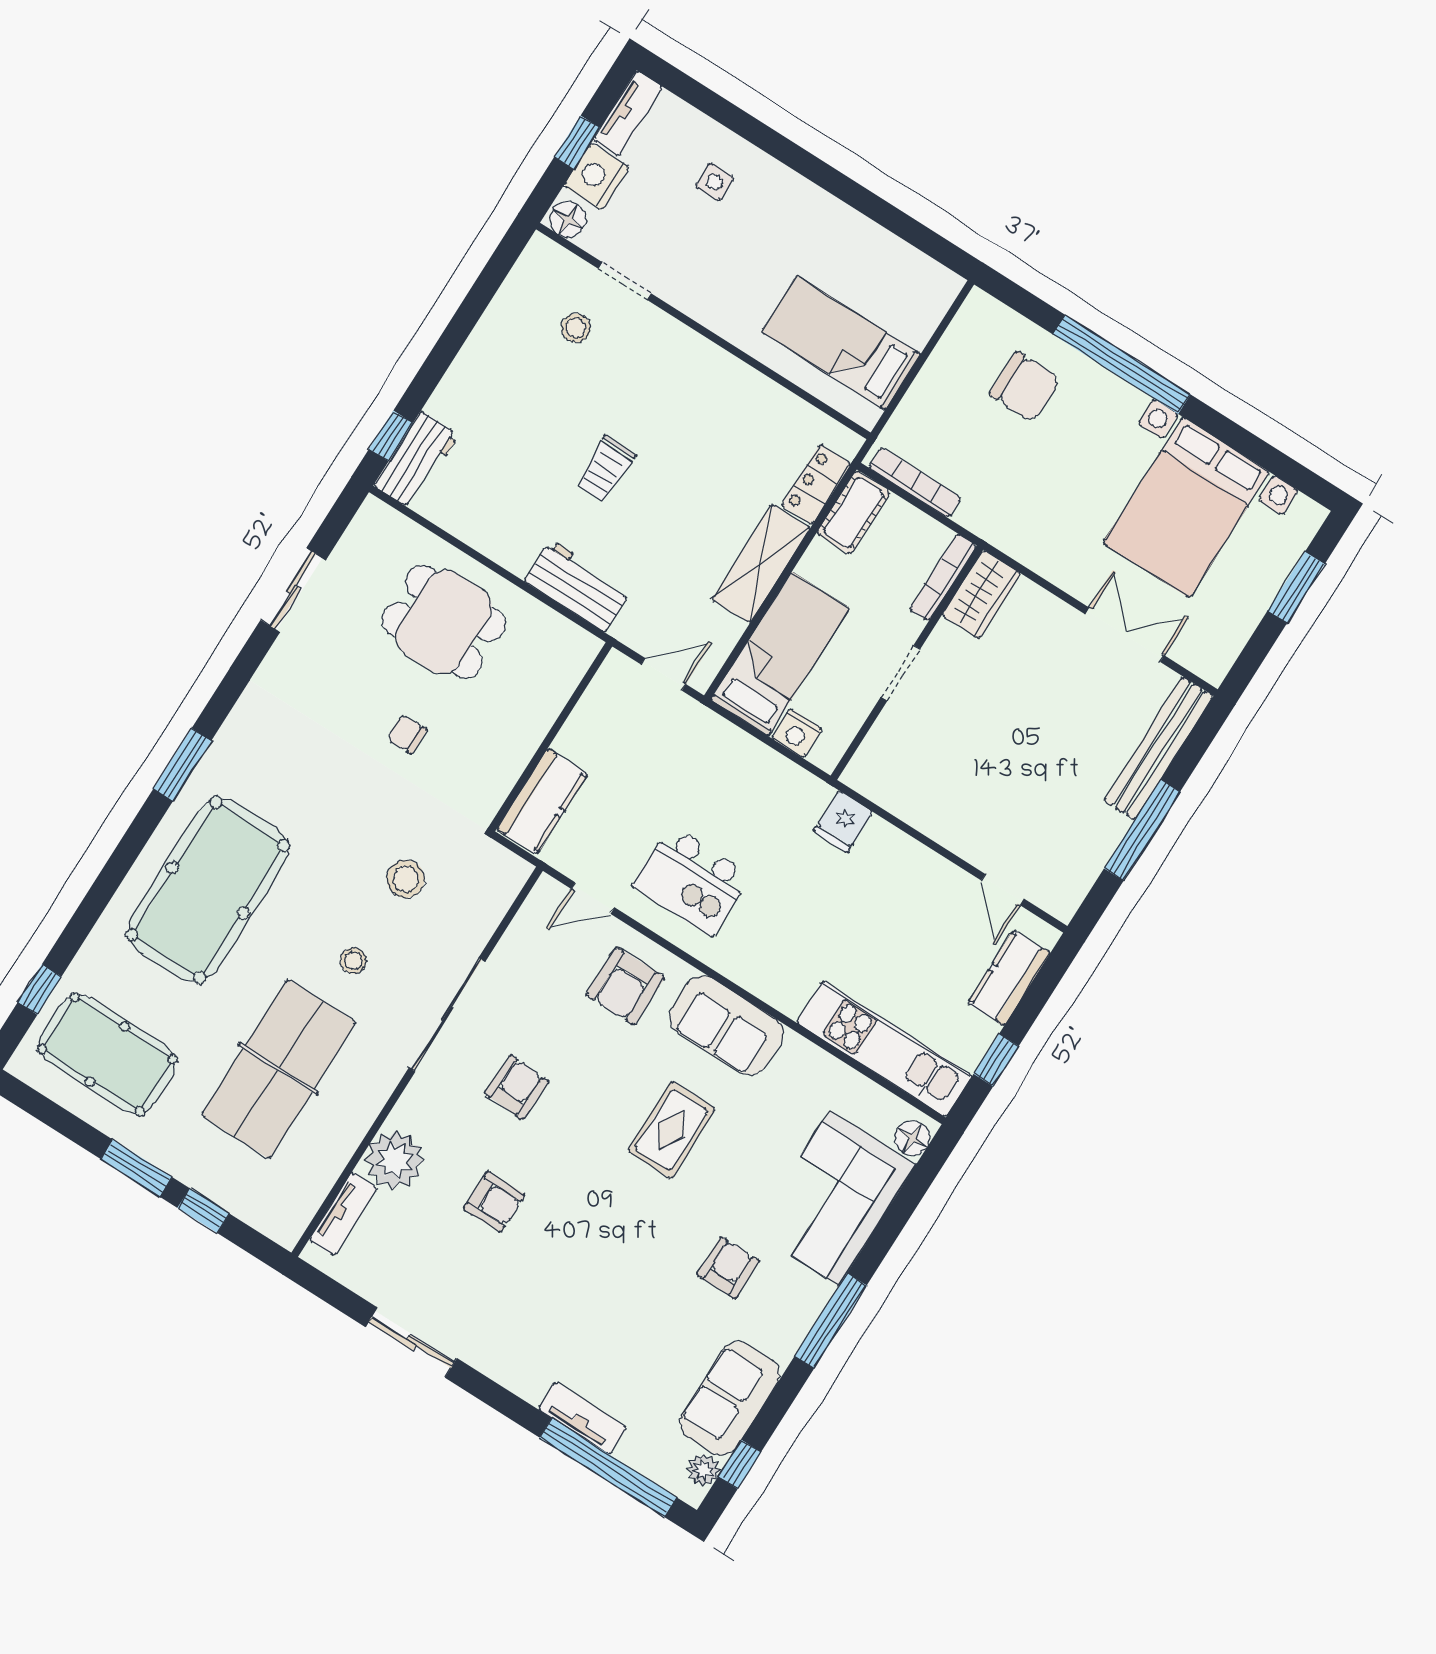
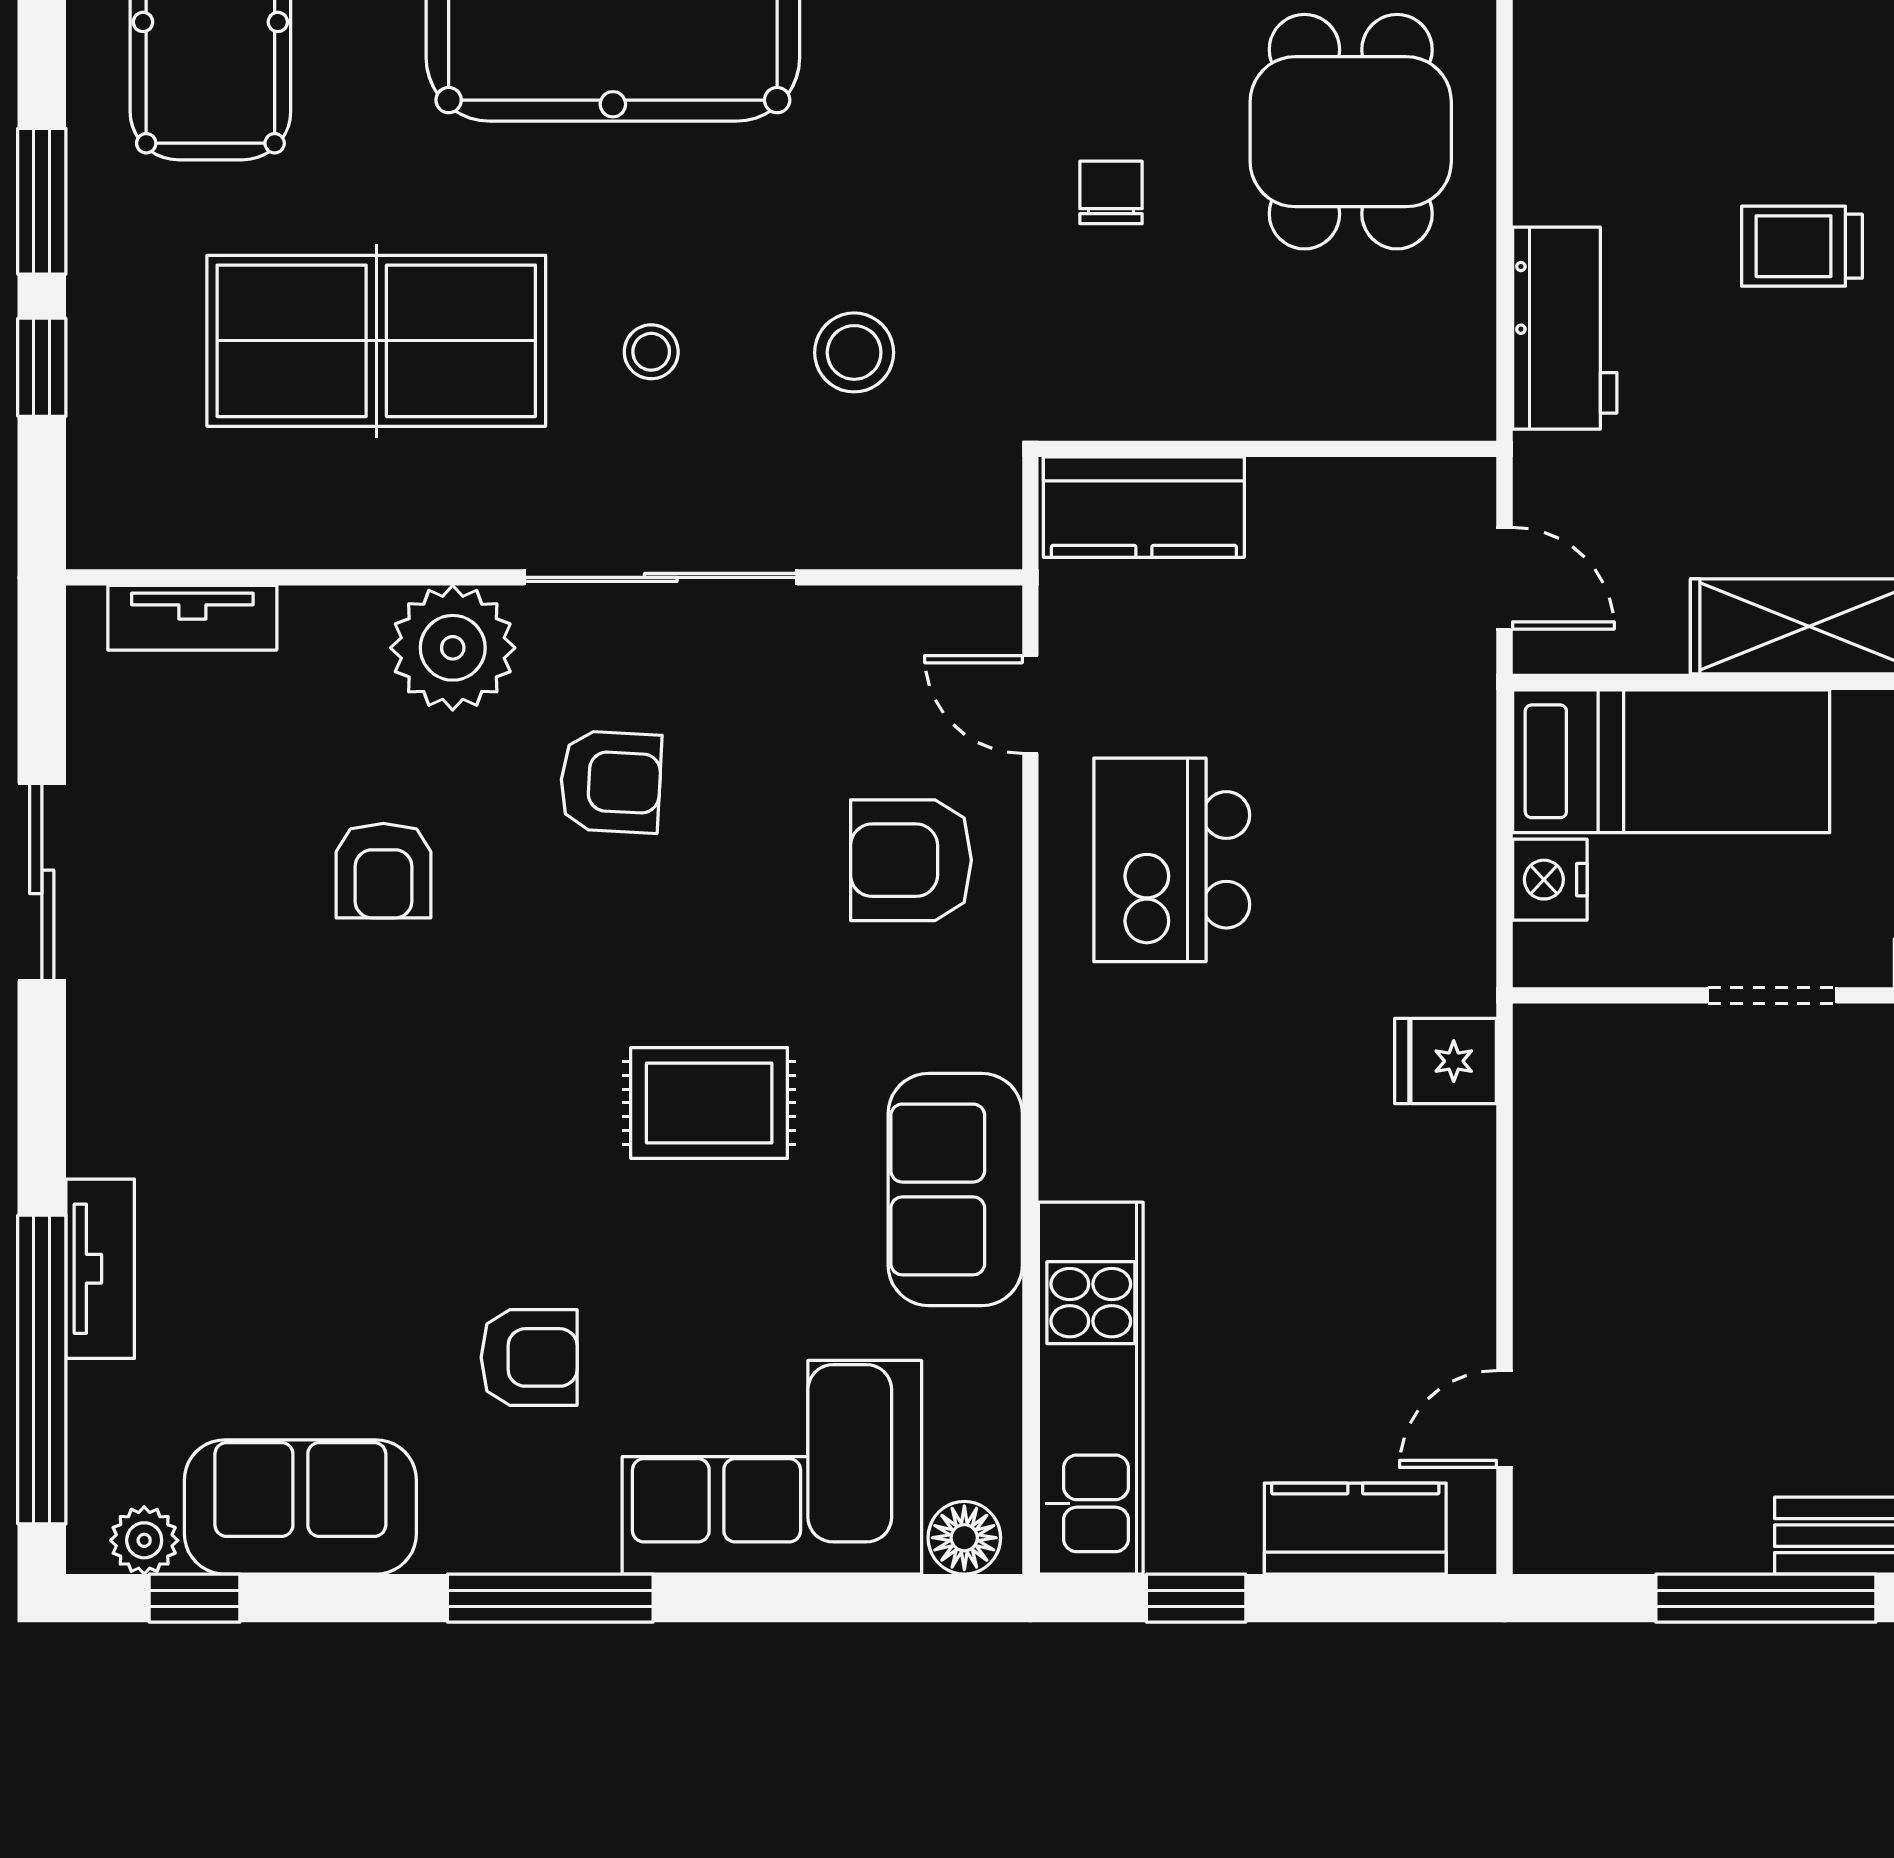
sofa: (726, 1025) -> (955, 1189), moved
plant: (395, 1160) -> (453, 648), moved

